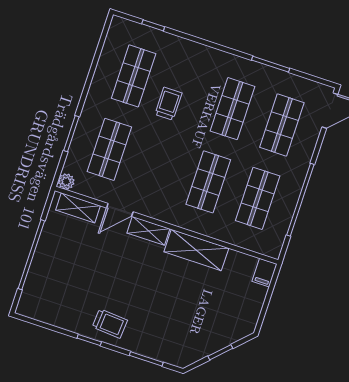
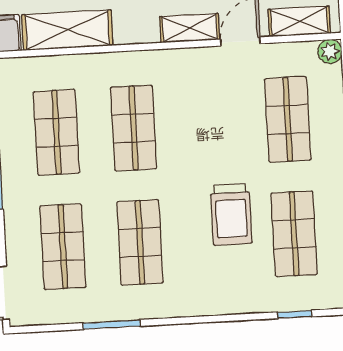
trolley: (168, 104) -> (231, 214), width x1.36, depth x1.39
shelving: (196, 250) -> (67, 30), moved

